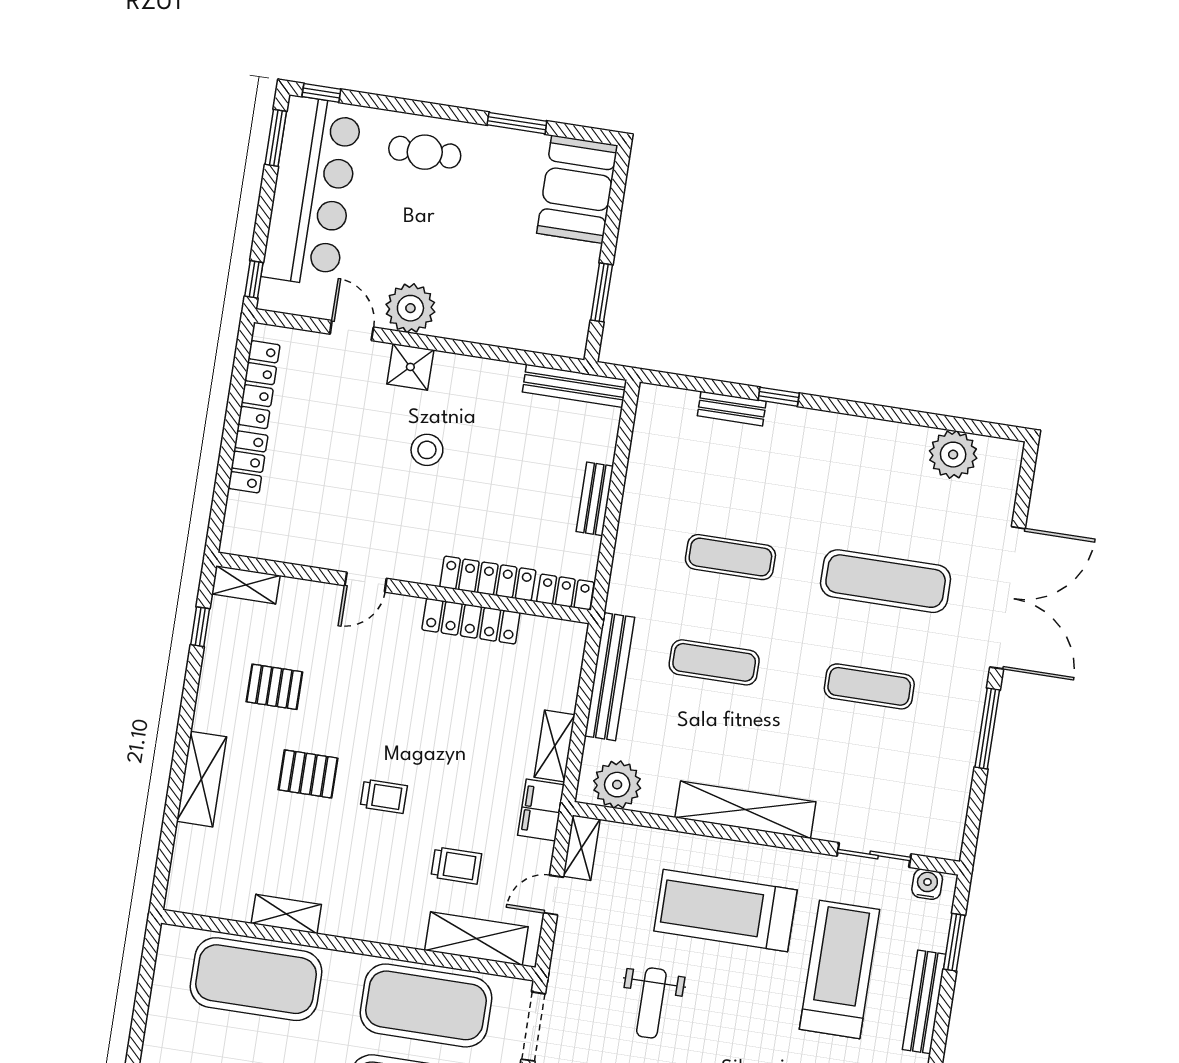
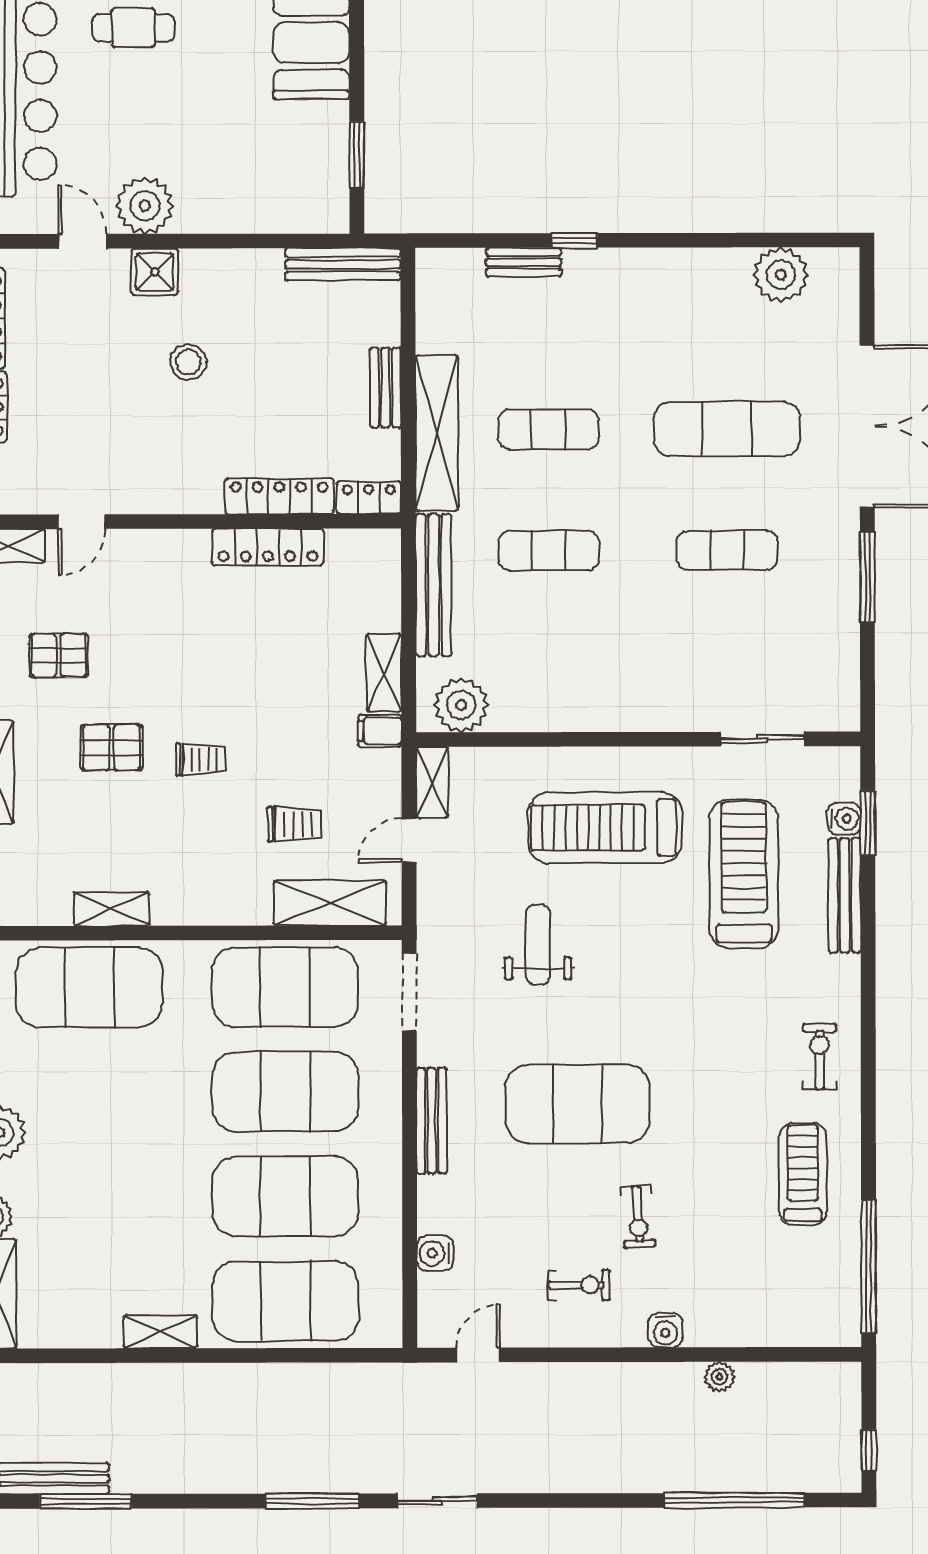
door: (366, 582) -> (82, 522), moved
filing cabinet: (541, 810) -> (380, 731), width x0.50
shelving: (745, 810) -> (437, 433), moved, turned 90
water cooler: (927, 884) -> (844, 819), moved, turned 90
weight bench: (651, 1003) -> (538, 945), turned 180

